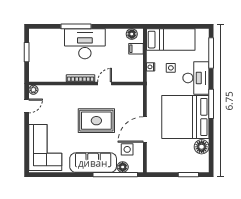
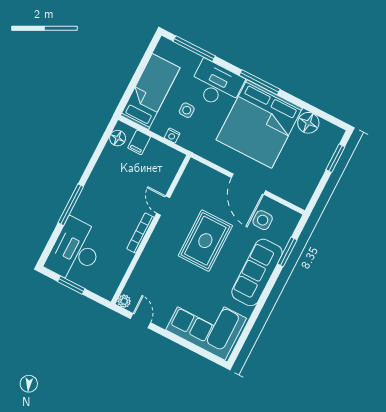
desk: (85, 44) -> (75, 251), moved
floor lamp: (123, 167) -> (282, 237), removed
window: (115, 175) -> (287, 252), width x0.47

